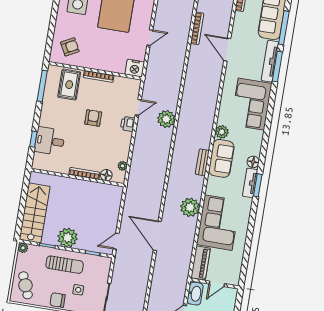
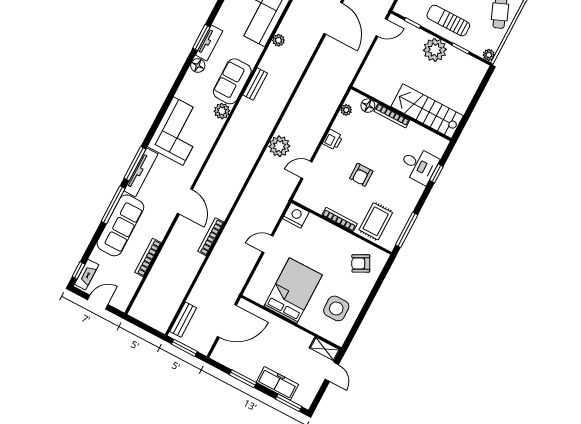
printer: (128, 124) -> (333, 140), moved
plant: (190, 207) -> (278, 40), width x0.53, depth x0.53
stairs: (35, 213) -> (427, 111), moved, turned 90

